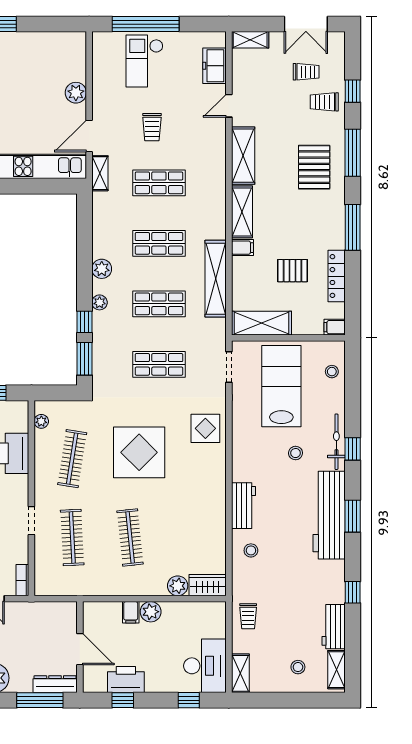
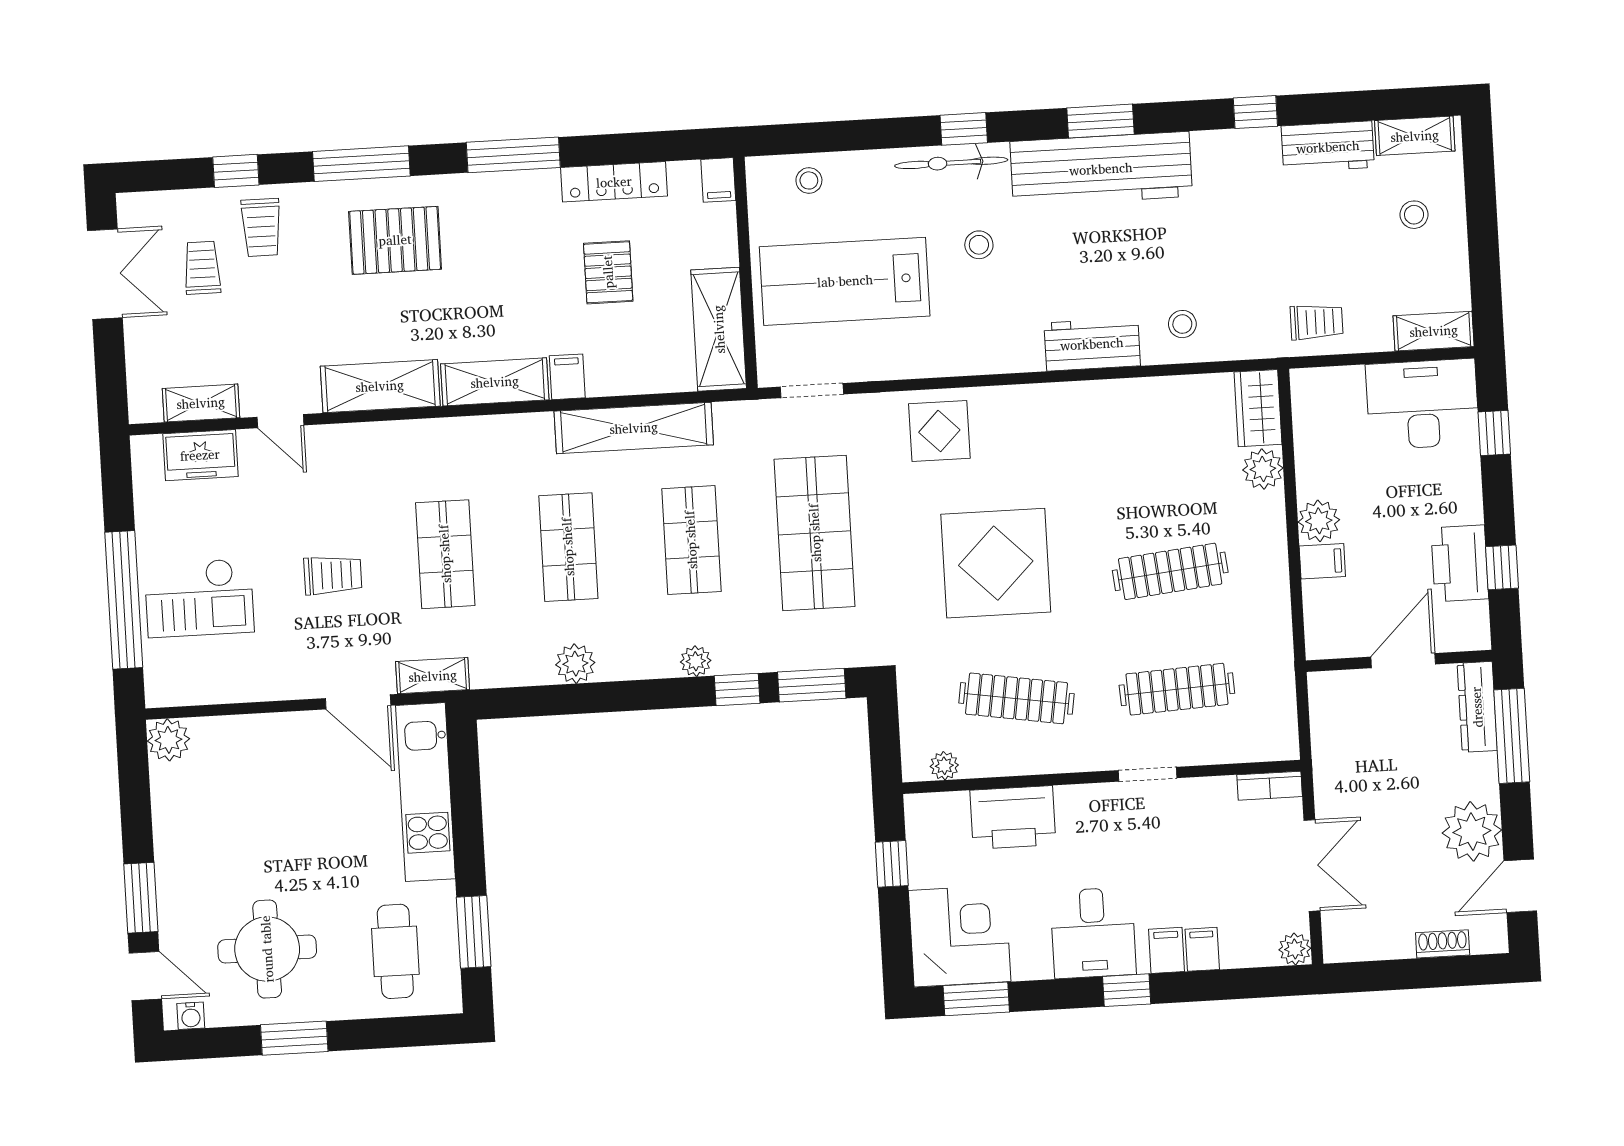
shelving: (250, 40) -> (201, 403), moved, turned 90
plant: (76, 93) -> (168, 740), moved
plant: (102, 269) -> (575, 664), moved
shop shelf: (159, 364) -> (815, 533), width x1.43, depth x1.36

